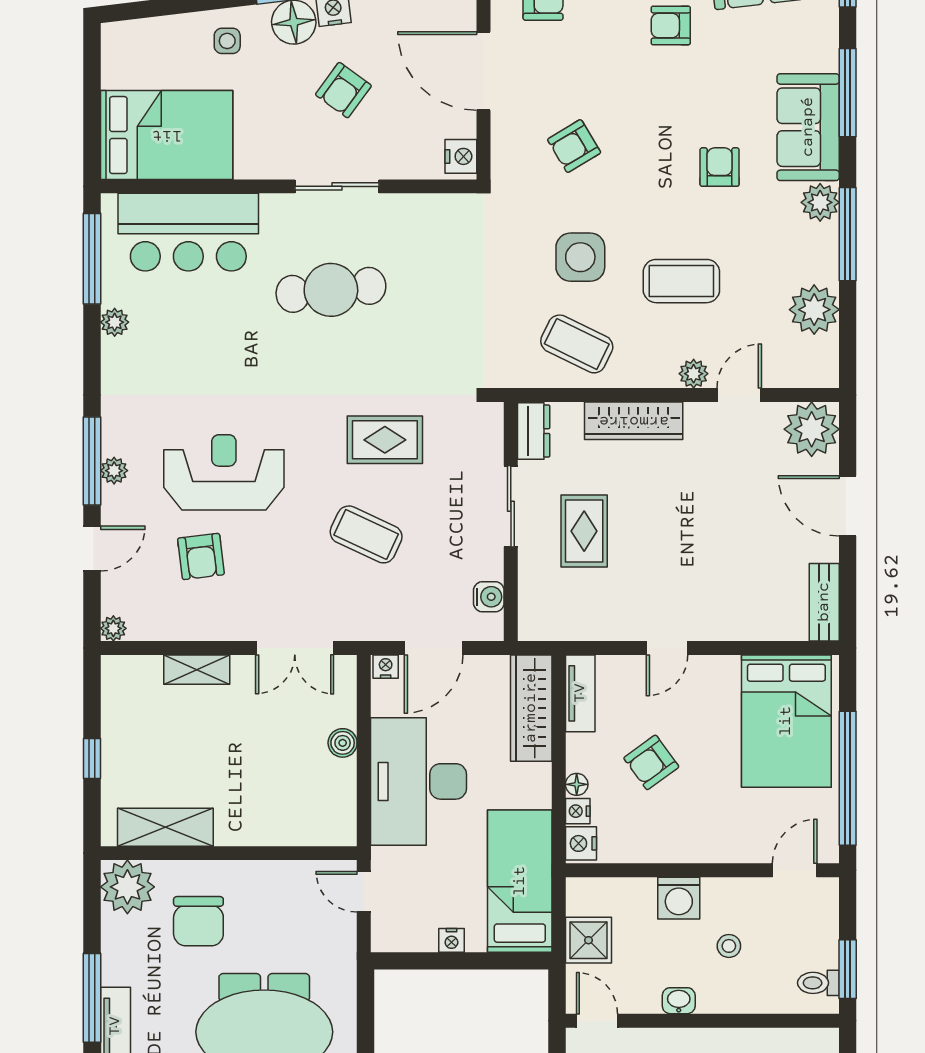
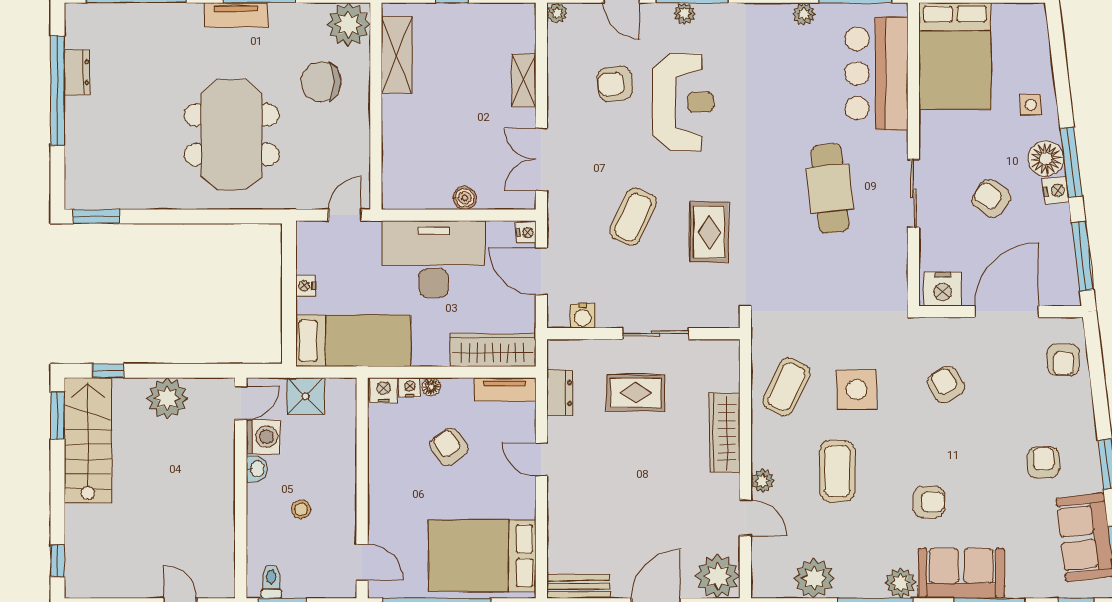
nightstand: (461, 156) -> (943, 289), width x1.36, depth x1.33
dresser: (534, 431) -> (560, 393), moved, turned -90
washing machine: (679, 898) -> (263, 437), moved, turned 180

